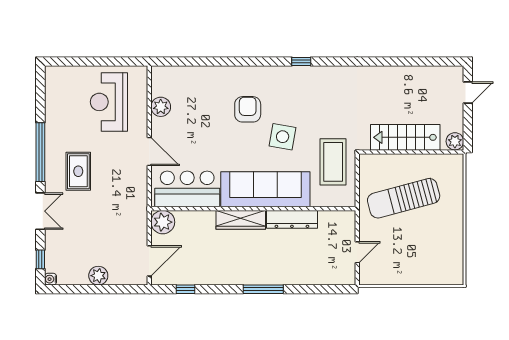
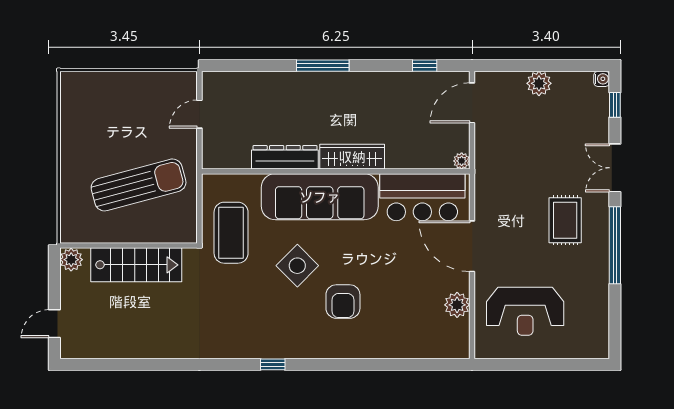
reception desk: (109, 102) -> (525, 311), turned 90
side table: (283, 137) -> (297, 266), turned 35
door: (149, 151) -> (472, 246), width x1.36
plant: (163, 222) -> (462, 161), width x0.53, depth x0.53

